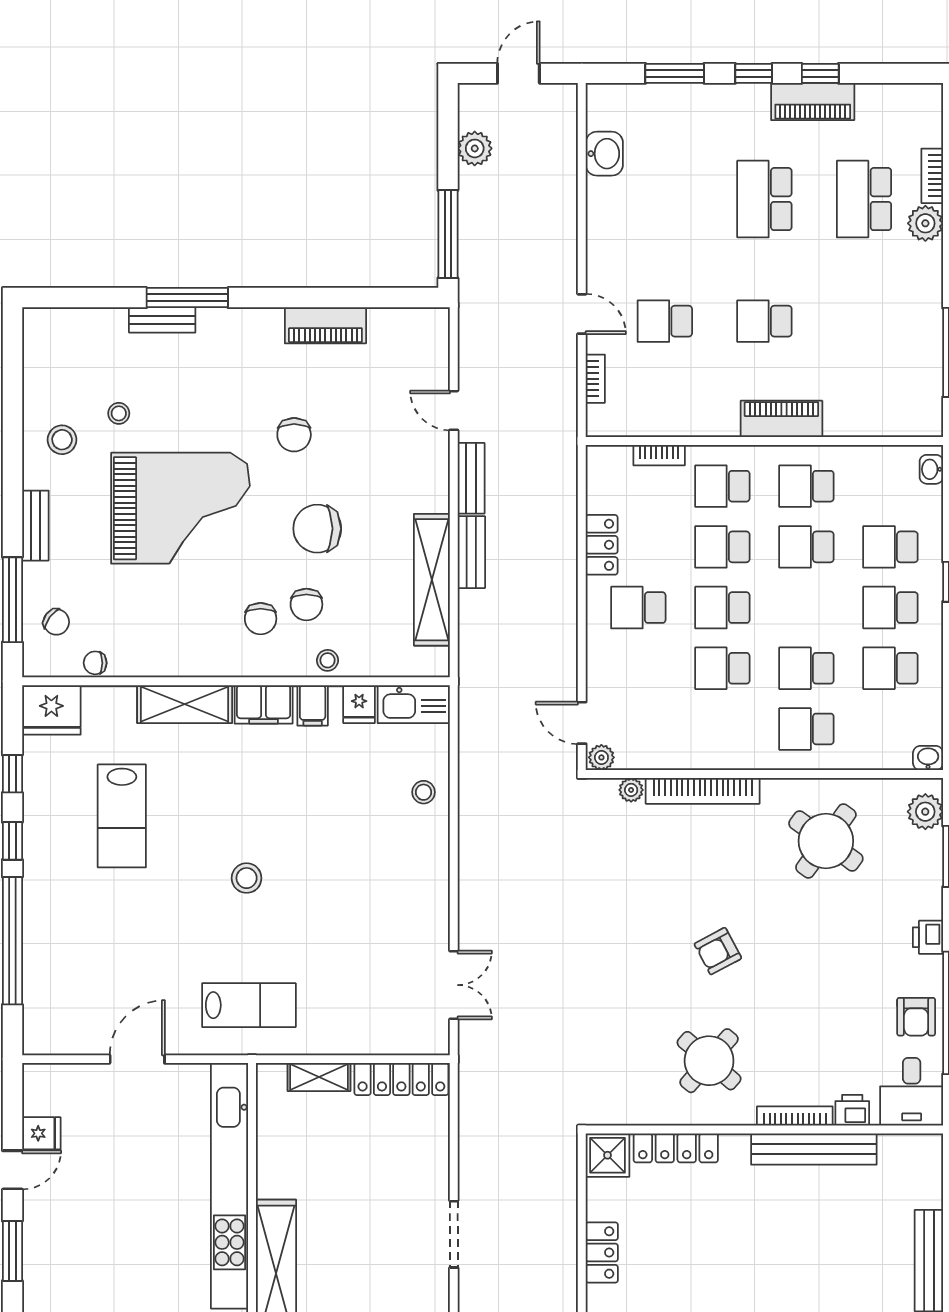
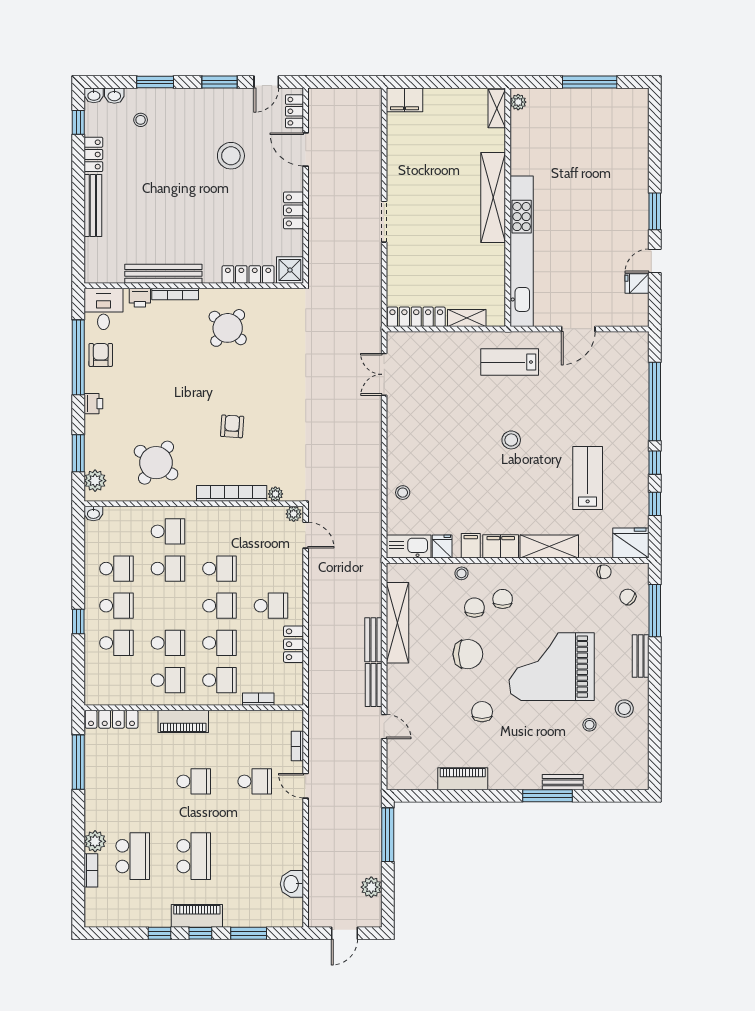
piano: (813, 102) -> (197, 916), moved
locker: (898, 422) -> (112, 719), added
washbasin: (931, 469) -> (91, 691), removed
armchair: (718, 951) -> (232, 426), moved, turned -58

